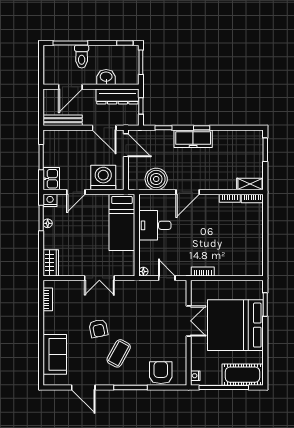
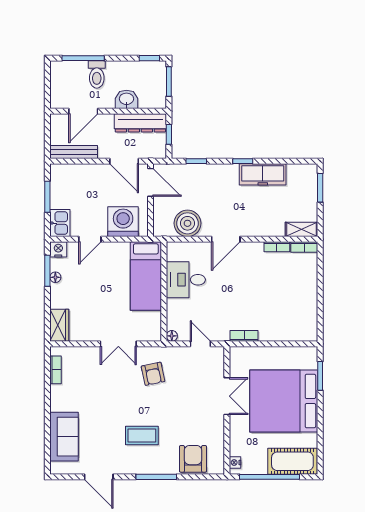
freezer: (193, 139) -> (263, 174), moved
armchair: (98, 328) -> (153, 374), moved
coffee table: (119, 353) -> (142, 435), turned 61

